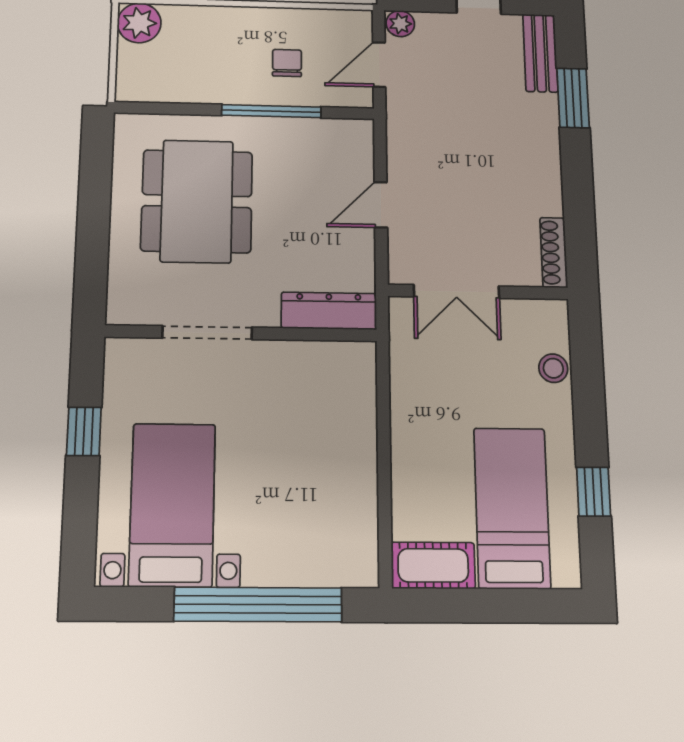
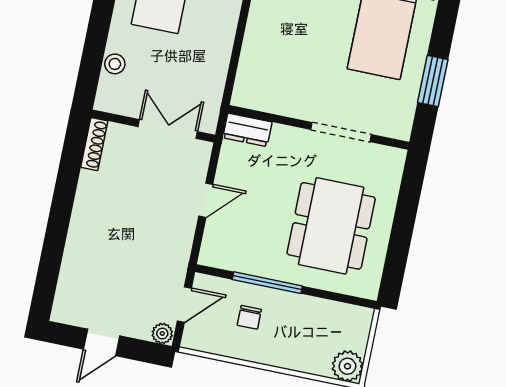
bench: (540, 53) -> (67, 293), removed
window: (573, 98) -> (52, 255), removed
dresser: (329, 311) -> (247, 130), width x0.70
window: (84, 431) -> (433, 81), width x1.50

